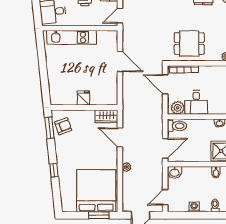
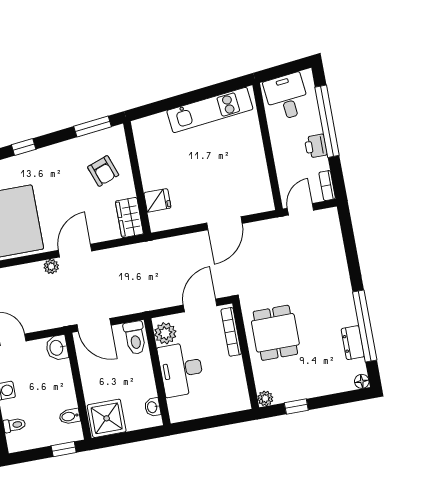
door: (120, 16) -> (300, 209), hinge flipped
kitchen unit: (72, 37) -> (210, 110), moved, turned -96
fridge: (83, 98) -> (157, 200), moved
desk: (196, 102) -> (181, 369), width x1.37
armchair: (63, 126) -> (103, 171), moved
door: (120, 138) -> (75, 251), moved

